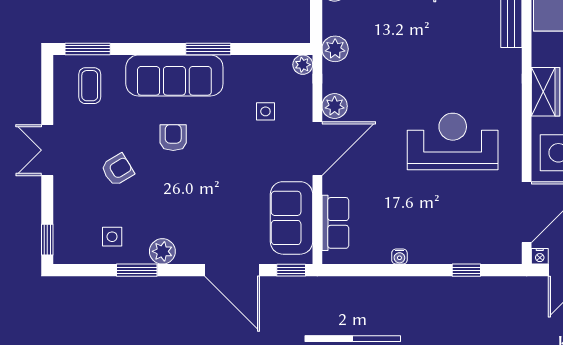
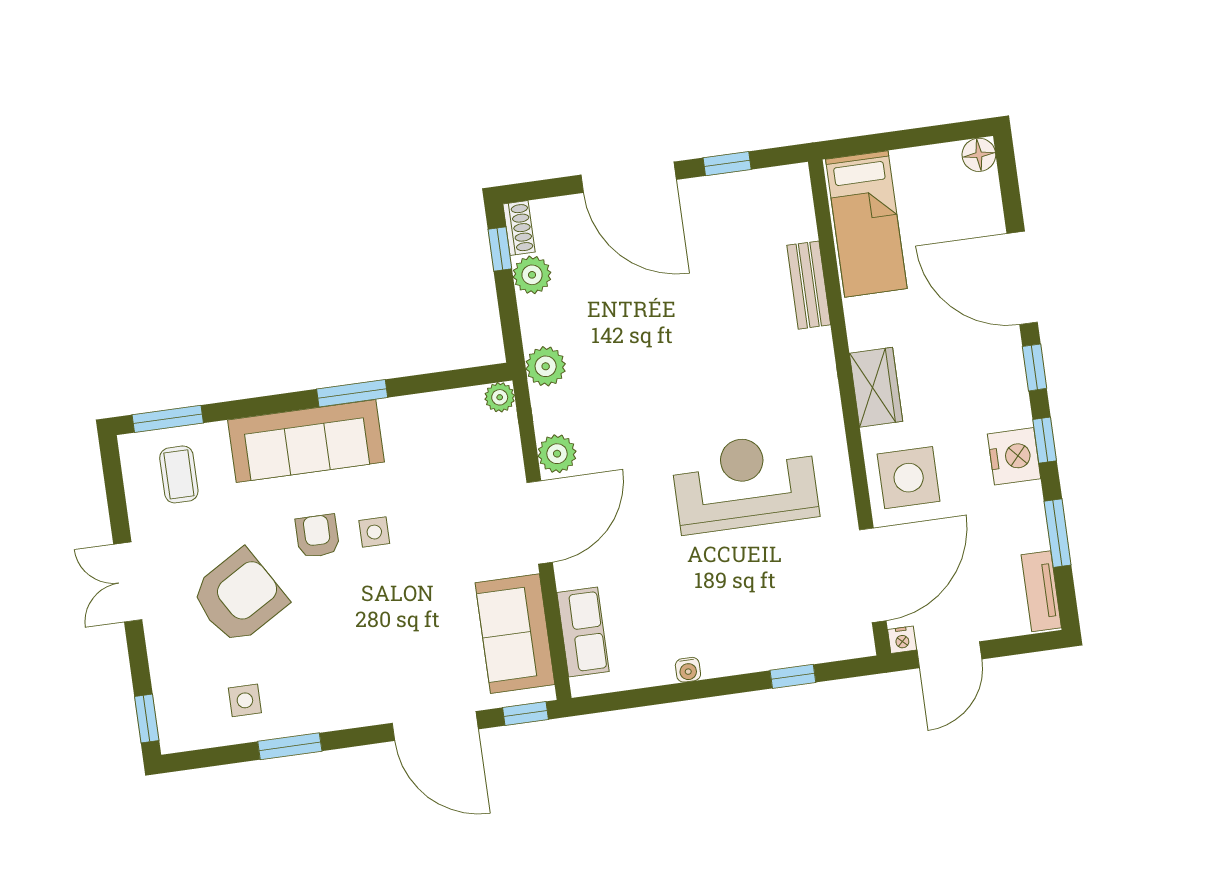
side table: (265, 111) -> (374, 532), moved
armchair: (117, 170) -> (239, 597), width x1.88, depth x1.88
plant: (162, 251) -> (325, 712), removed

